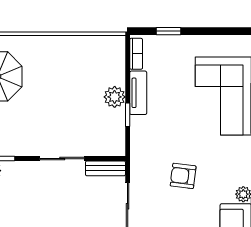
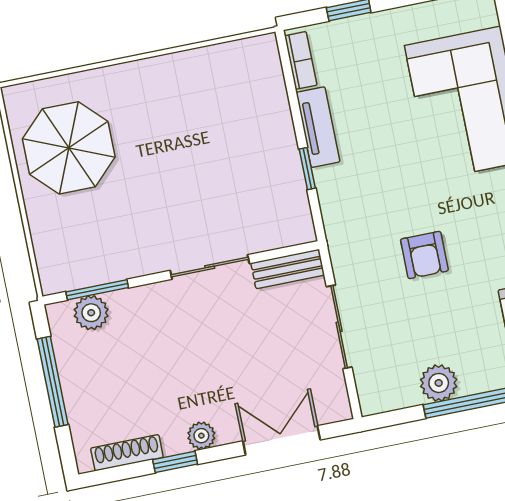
plant: (115, 97) -> (279, 142), removed
armchair: (183, 176) -> (424, 255), turned -97

